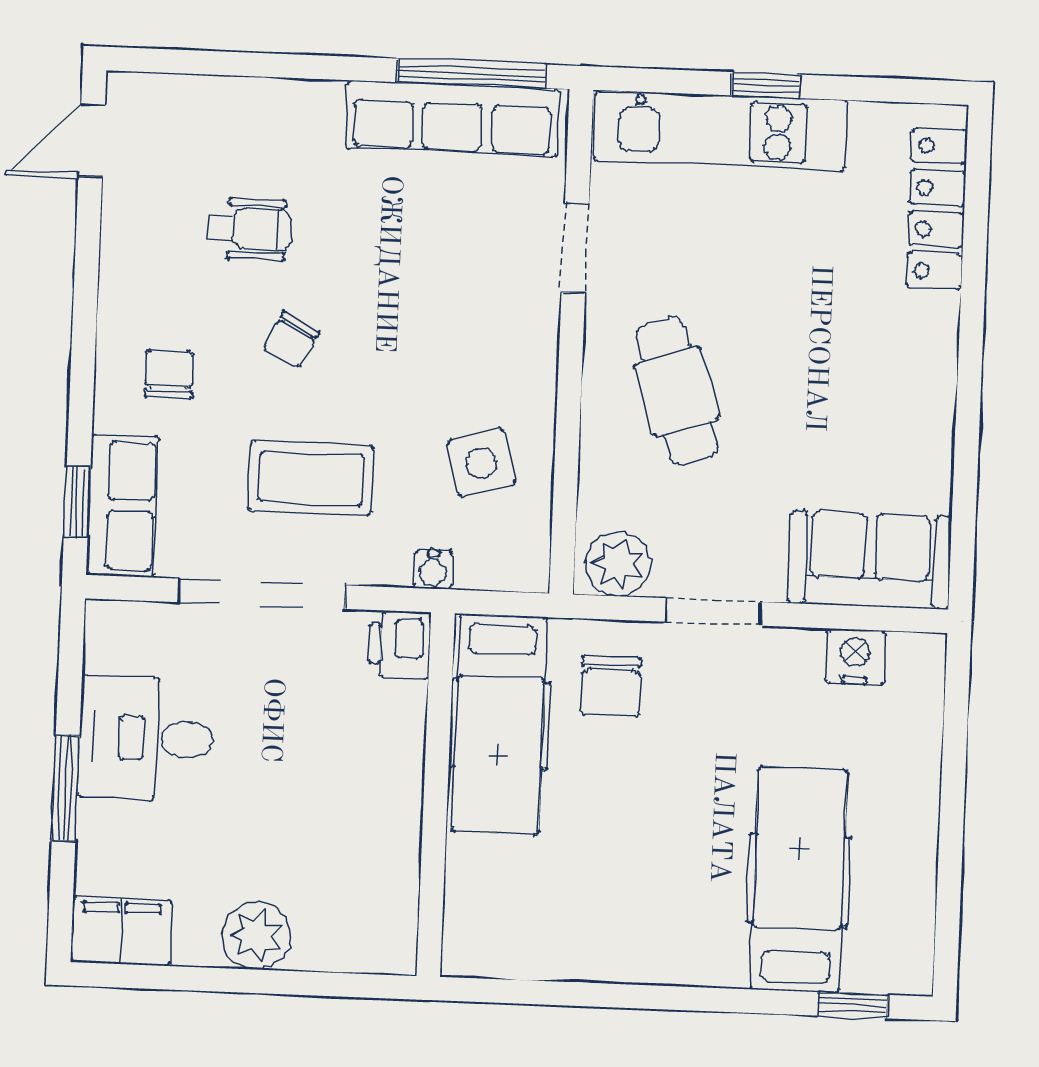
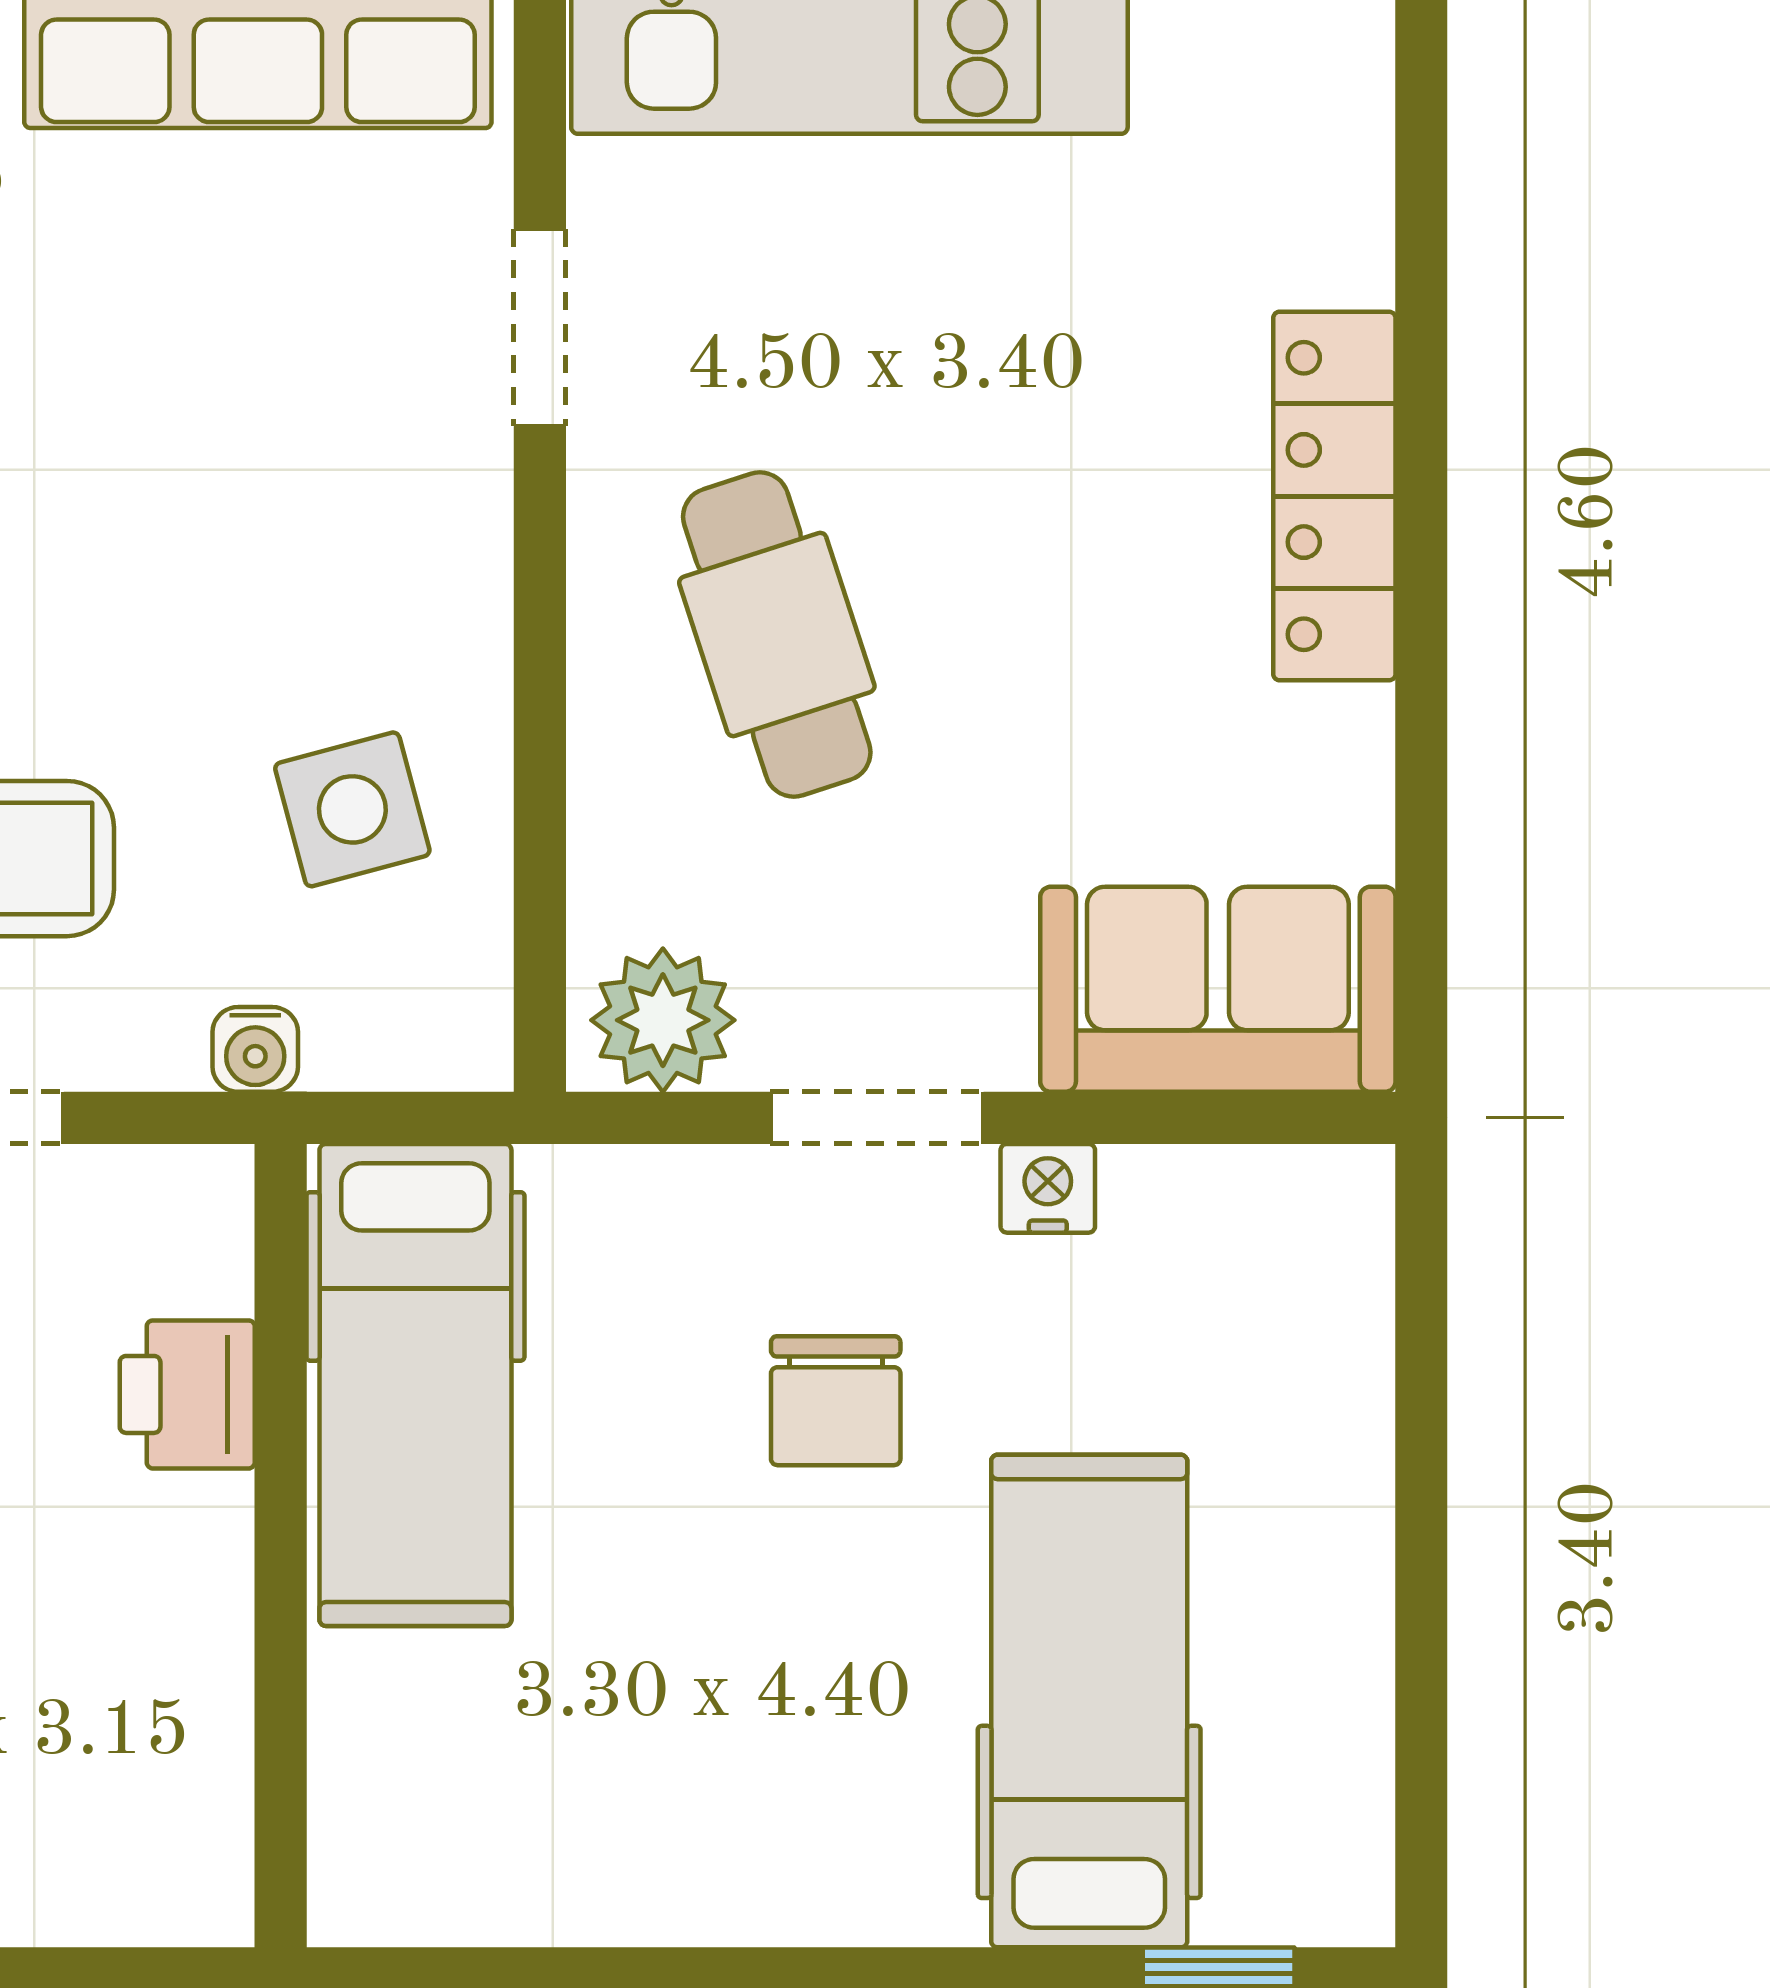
locker: (937, 208) -> (1334, 496), moved
printer: (399, 645) -> (187, 1394), moved
nightstand: (855, 657) -> (1048, 1188), moved, width x0.72, depth x0.74
chair: (611, 686) -> (836, 1401), moved

